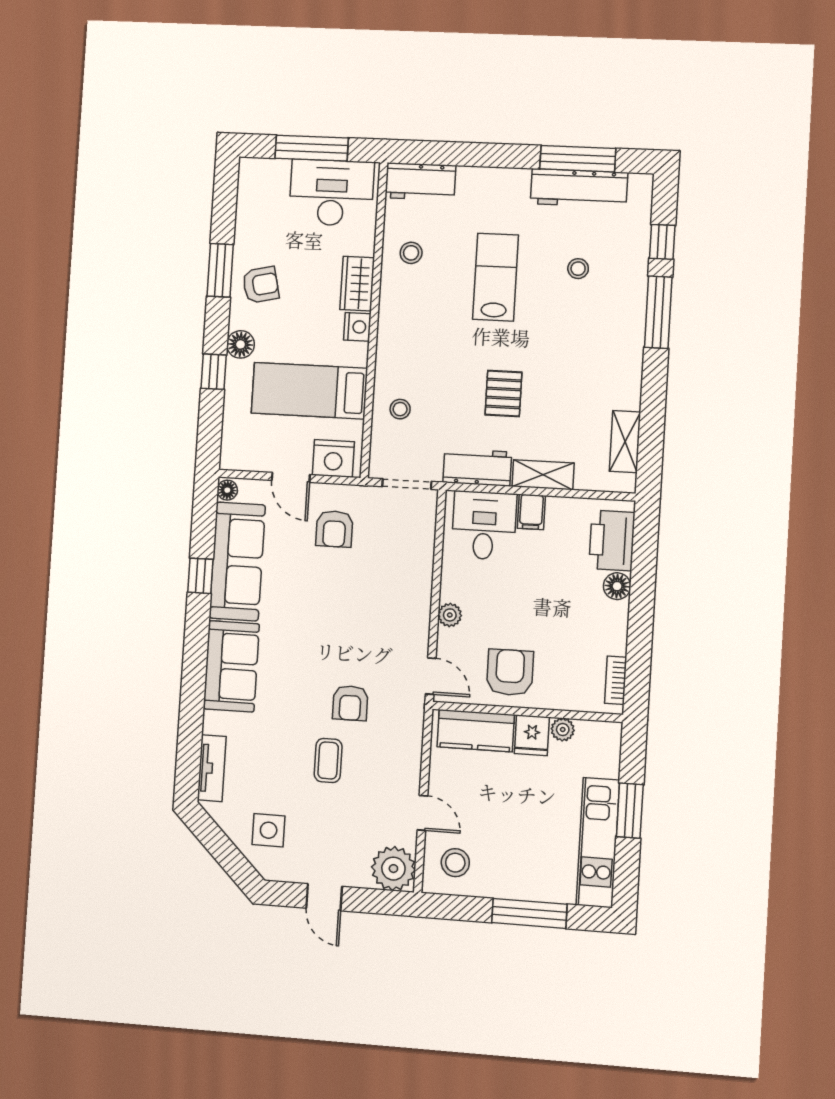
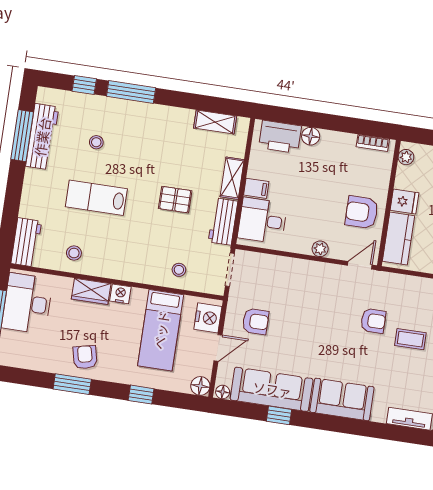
floor lamp: (241, 344) -> (200, 386), moved
plant: (563, 729) -> (406, 157), moved

